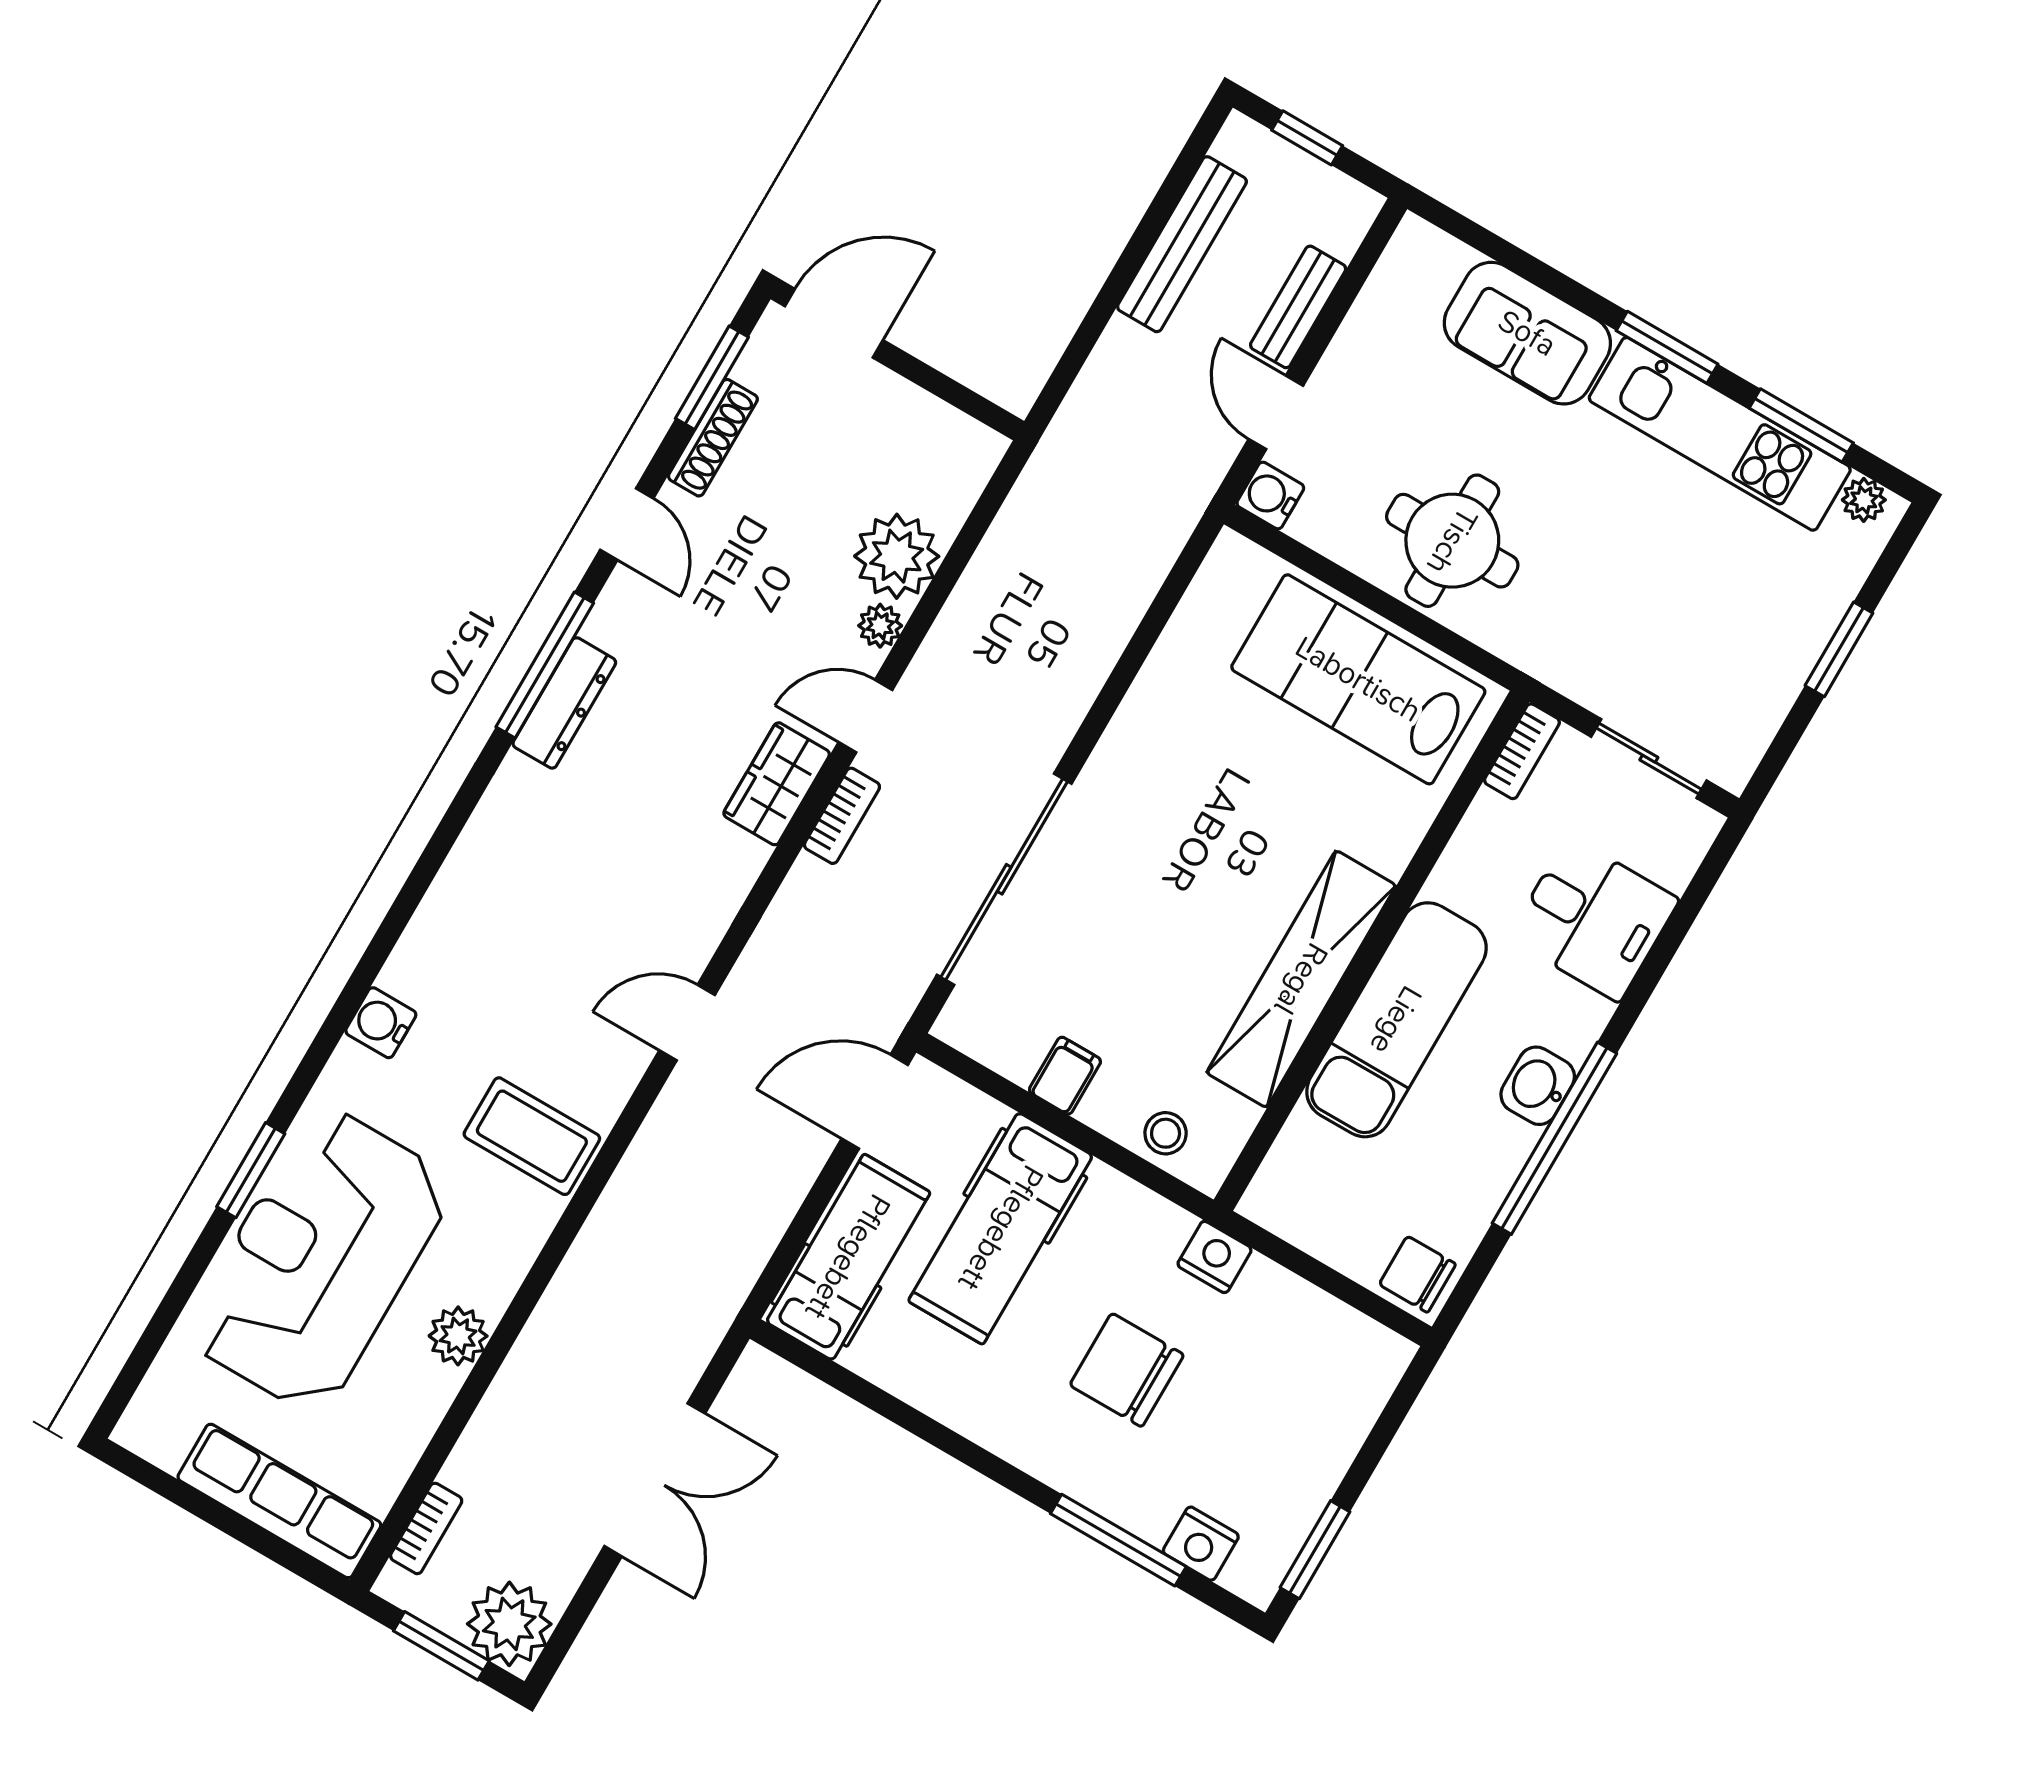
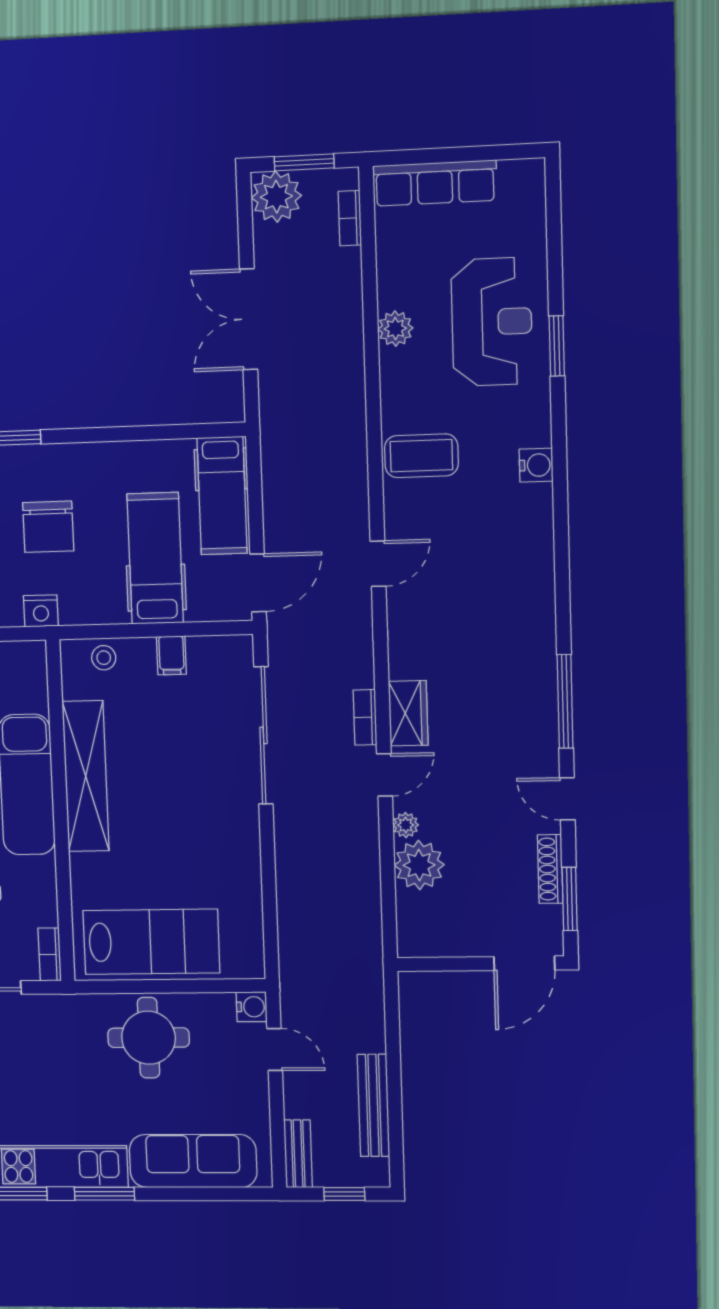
bench: (1298, 307) -> (298, 1154), moved
sofa: (1527, 333) -> (193, 1161), width x1.36
dresser: (564, 703) -> (543, 688), removed
reception desk: (319, 1260) -> (492, 322), width x0.74, depth x0.77
chair: (1127, 1370) -> (48, 527), turned 90

